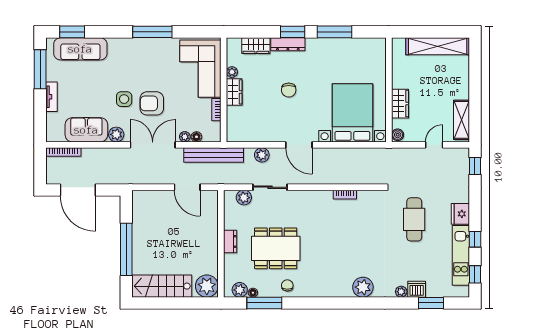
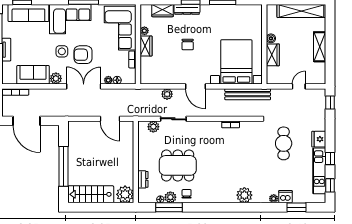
corner sofa: (135, 57) -> (70, 19), added
shelving: (461, 120) -> (320, 47), moved
boiler: (398, 135) -> (271, 38), moved
bench: (214, 155) -> (248, 94), moved
dresser: (230, 241) -> (143, 179), moved
plant: (240, 290) -> (170, 197), moved

